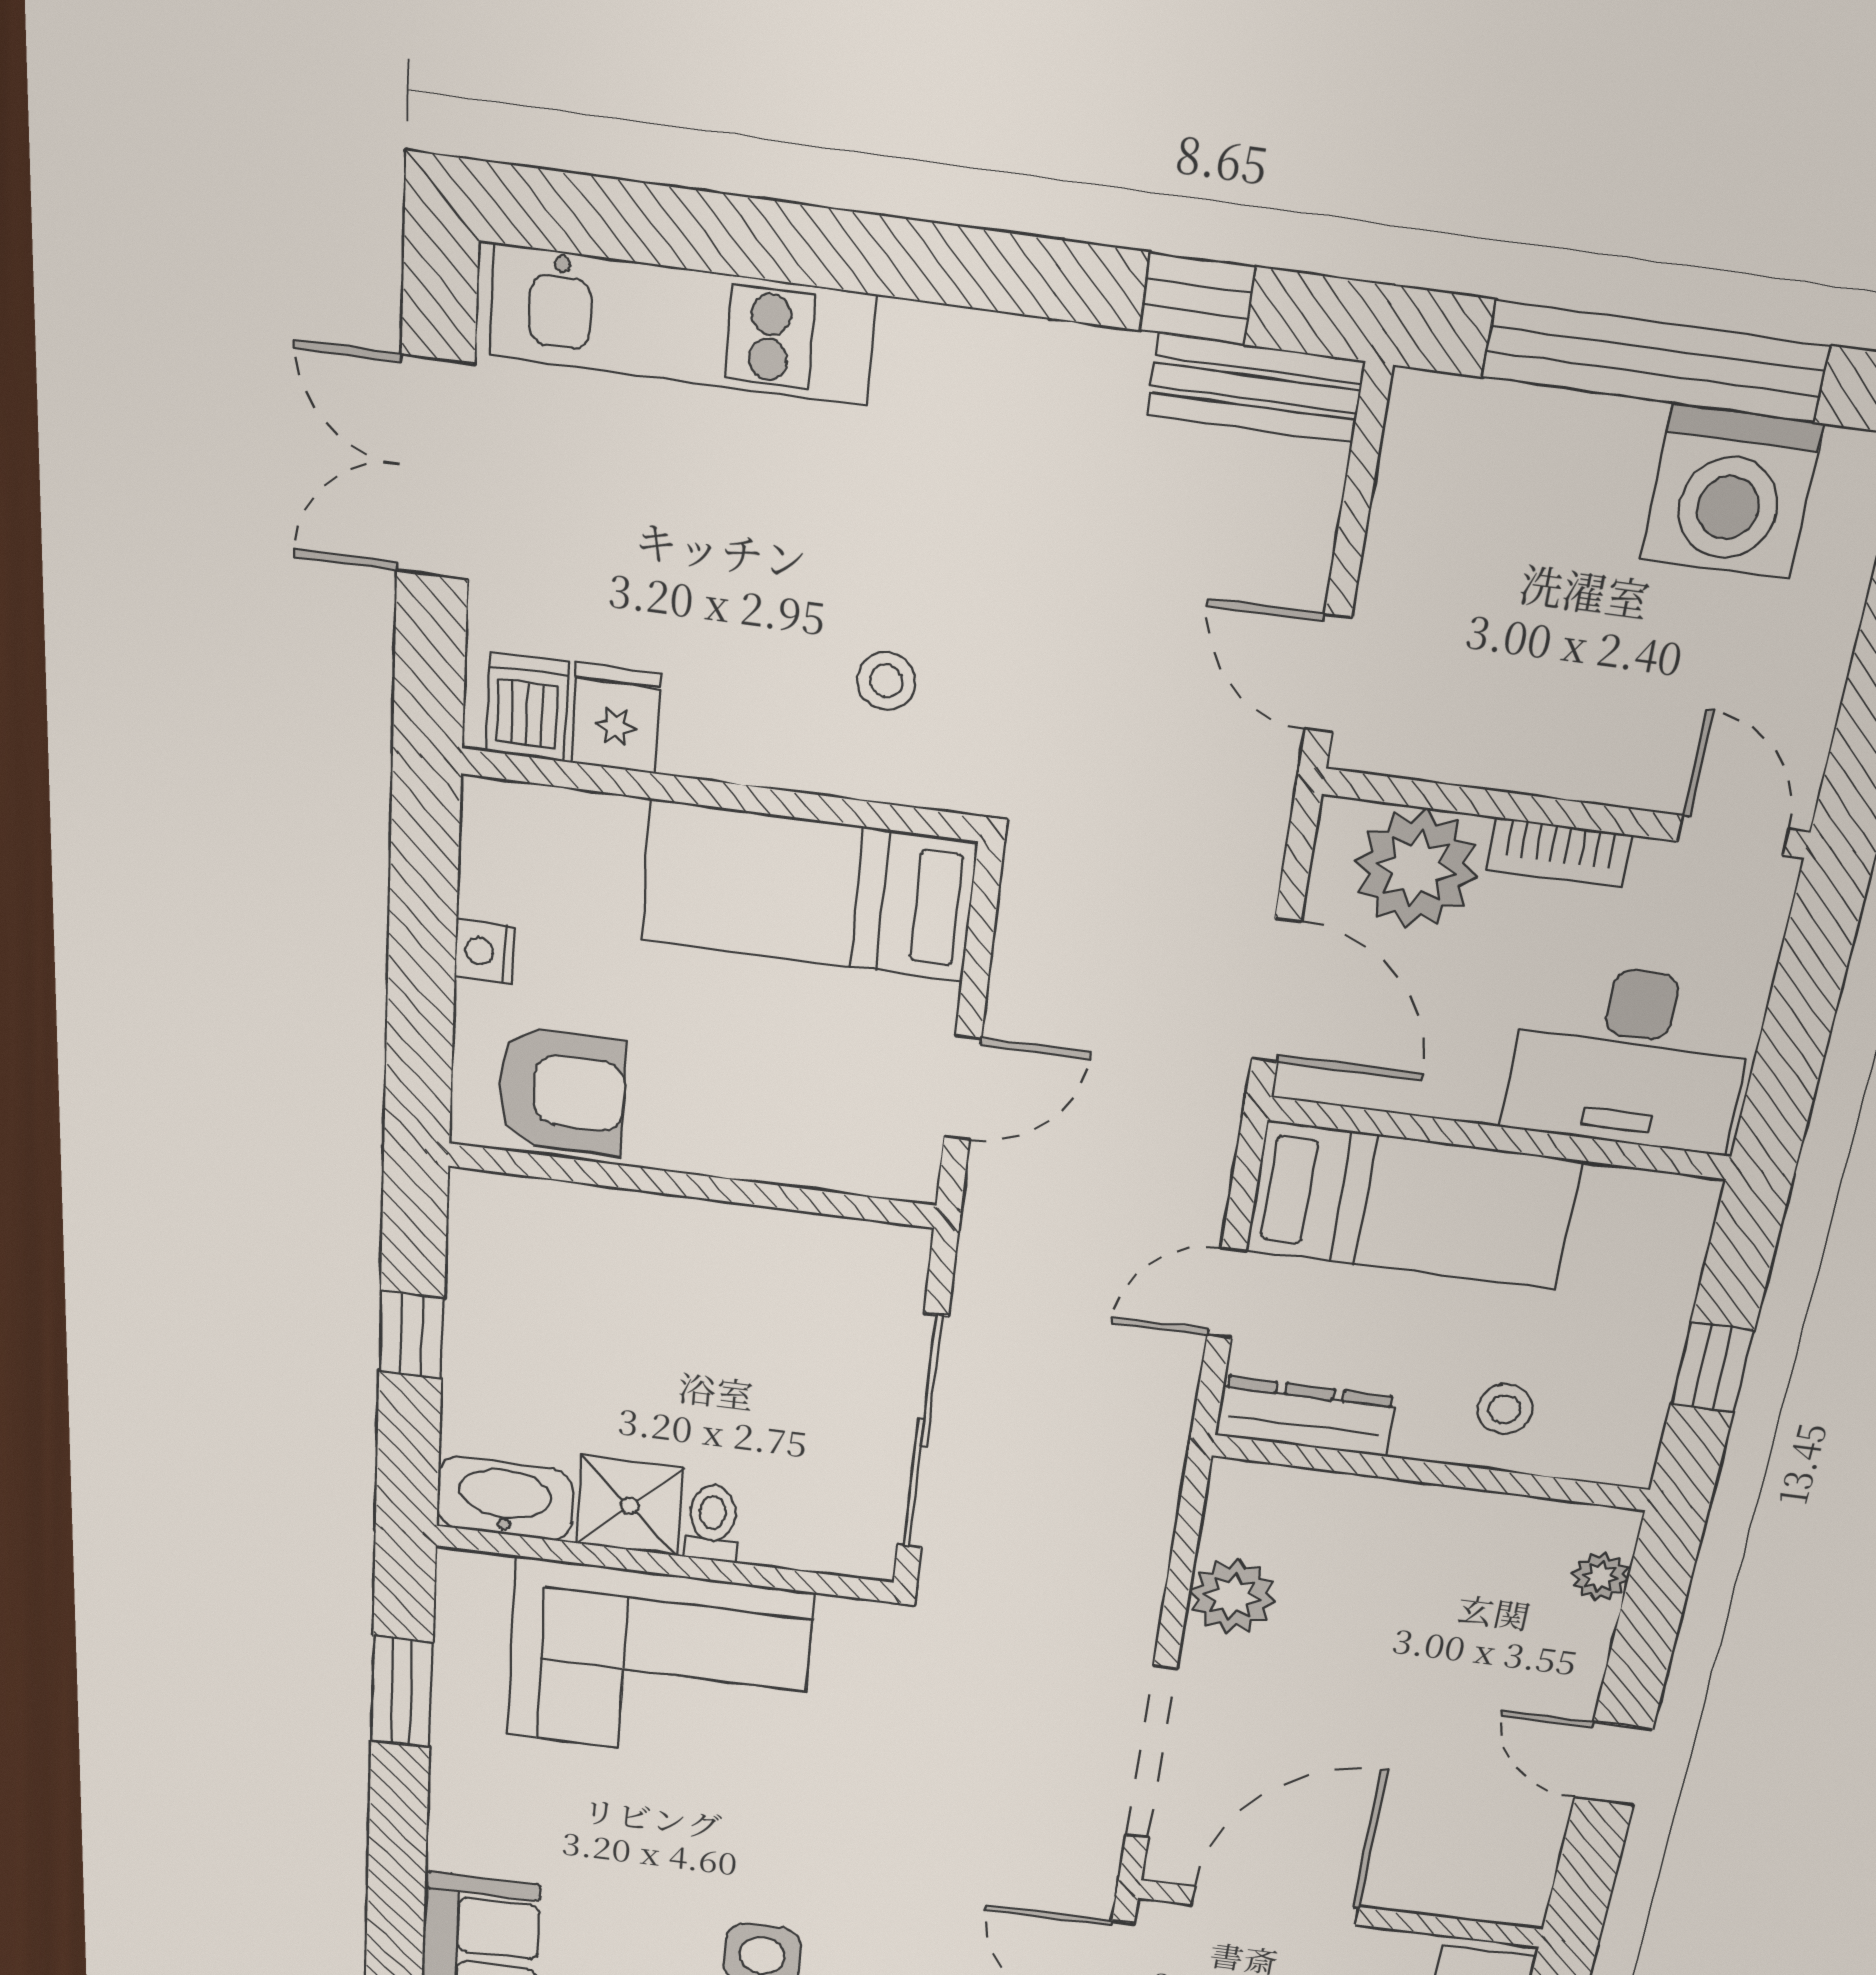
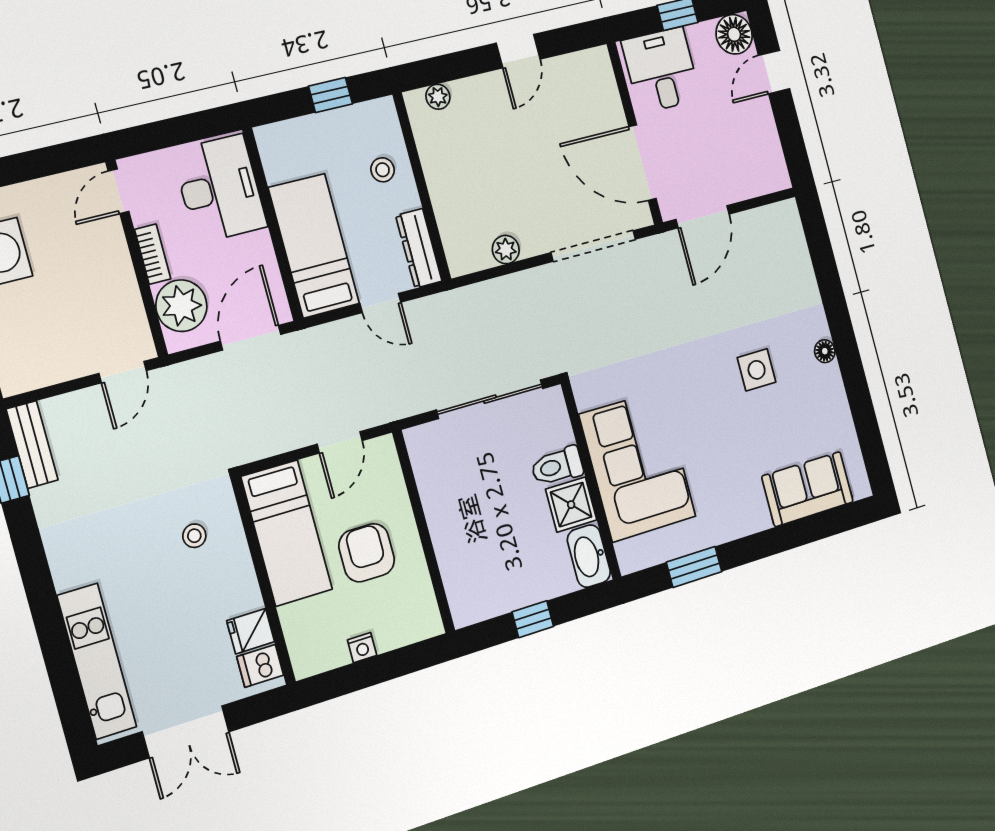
door: (963, 1088) -> (340, 442), swing flipped
armchair: (562, 1091) -> (367, 553), moved
toilet: (712, 1523) -> (557, 466), width x1.37, depth x1.39
plant: (1232, 1597) -> (506, 250), width x0.73, depth x0.73

